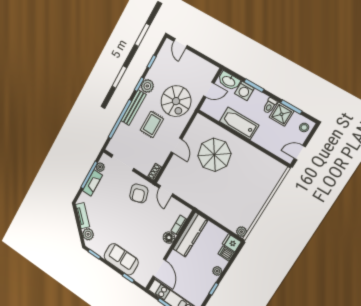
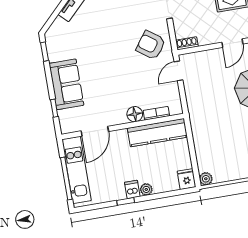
armchair: (139, 193) -> (151, 45), turned 53
plant: (88, 234) -> (59, 27), removed
dishwasher: (226, 253) -> (132, 189), moved

